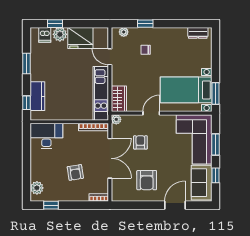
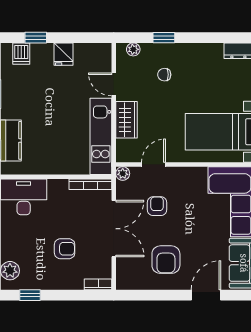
plant: (60, 34) -> (43, 53), removed
fridge: (80, 38) -> (64, 54), width x0.53, depth x0.75
wardrobe: (119, 99) -> (126, 120), moved
door: (151, 113) -> (153, 165), moved
armchair: (75, 172) -> (65, 249), turned -81

